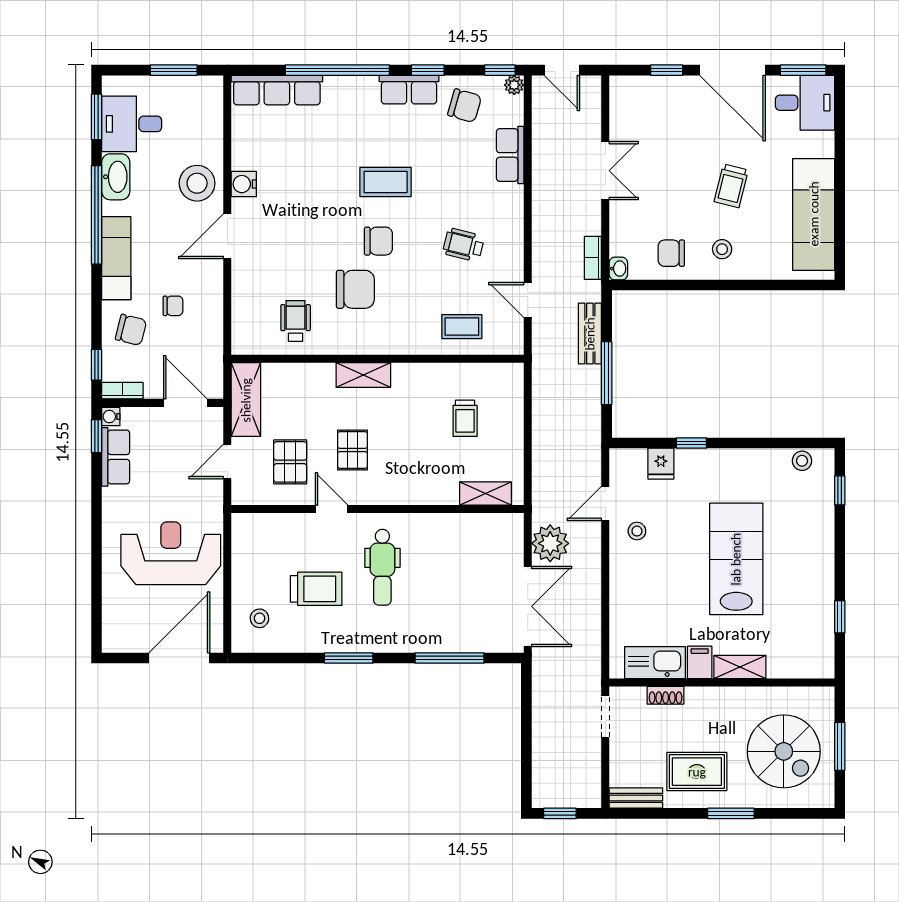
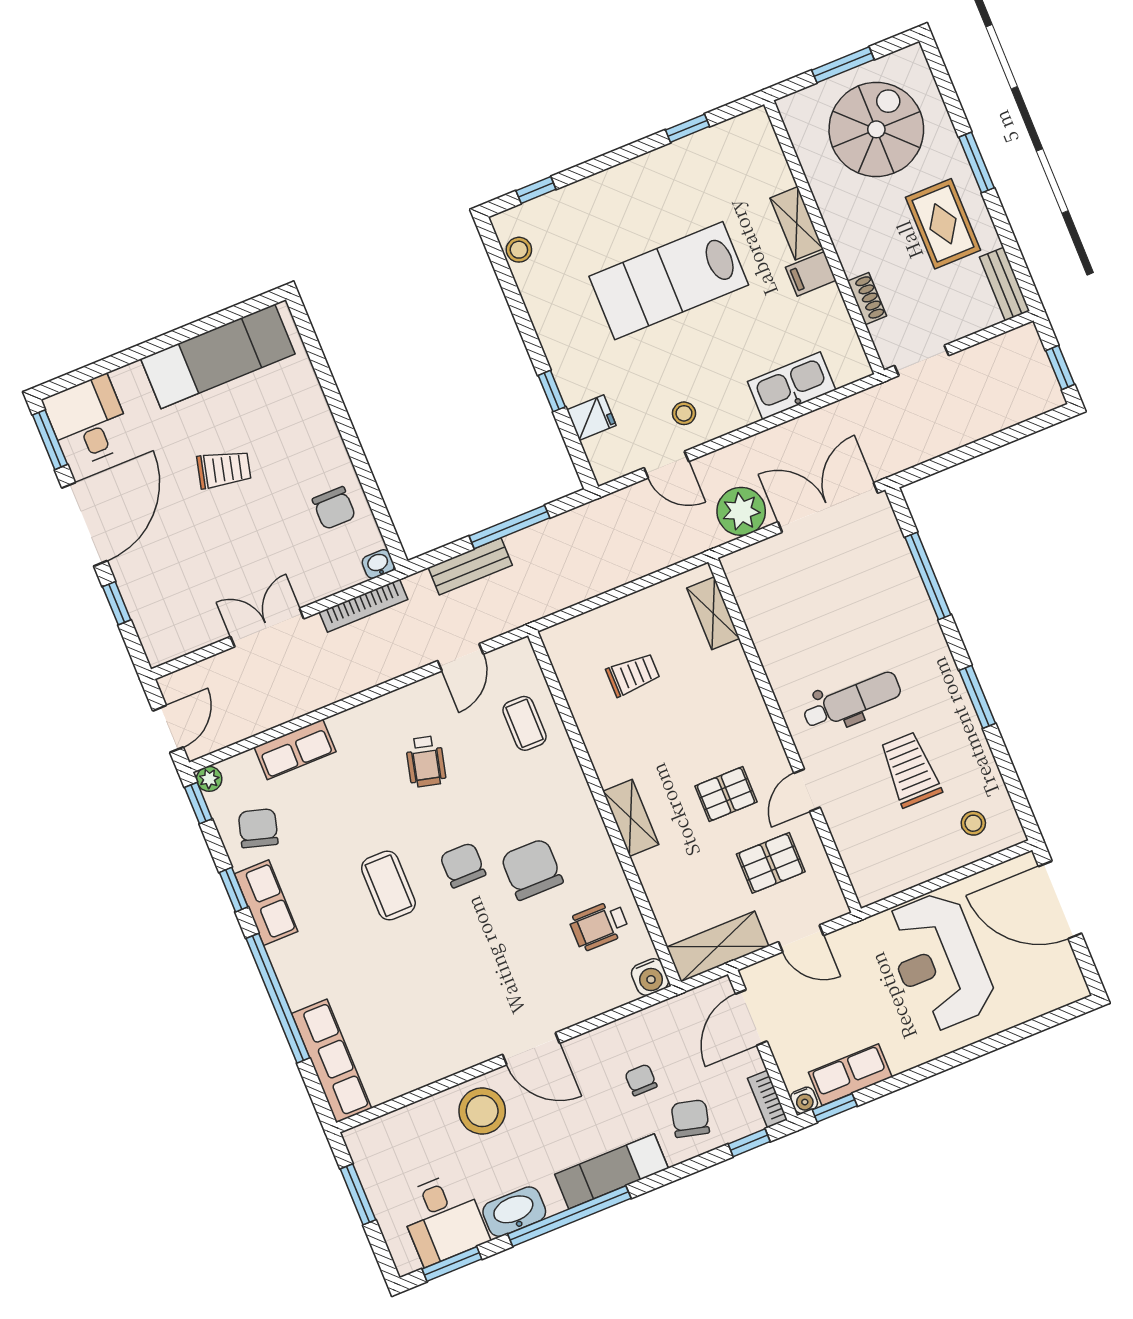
water cooler: (244, 184) -> (650, 977), moved
stool: (722, 249) -> (304, 449), removed
bookcase: (593, 258) -> (364, 606), width x1.56
kitchen sink: (655, 663) -> (792, 386), moved, turned 90

